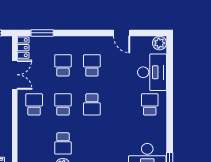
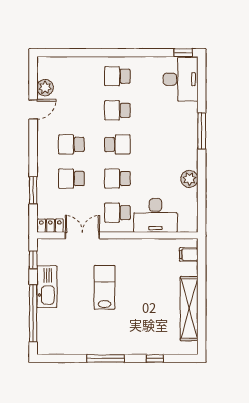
window: (42, 33) -> (33, 190), moved
plant: (160, 43) -> (45, 88), moved
desk: (152, 72) -> (155, 215), moved, turned 180
school desk: (63, 143) -> (117, 110), moved, turned 180

